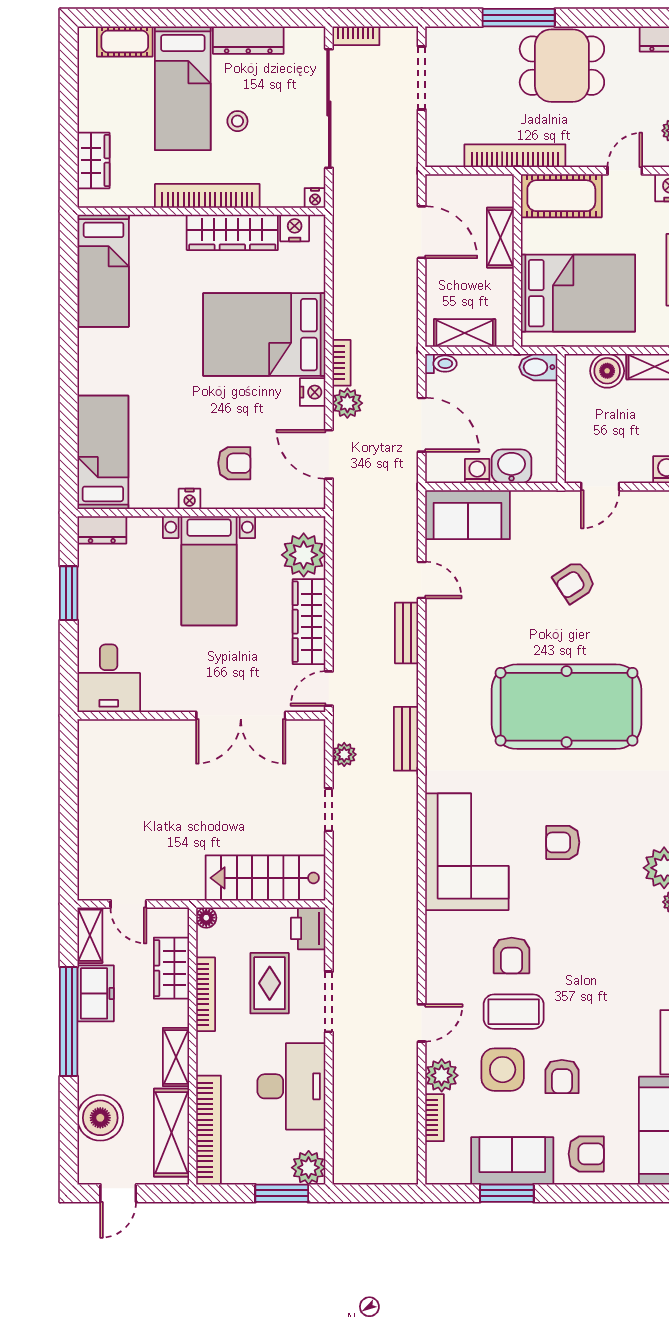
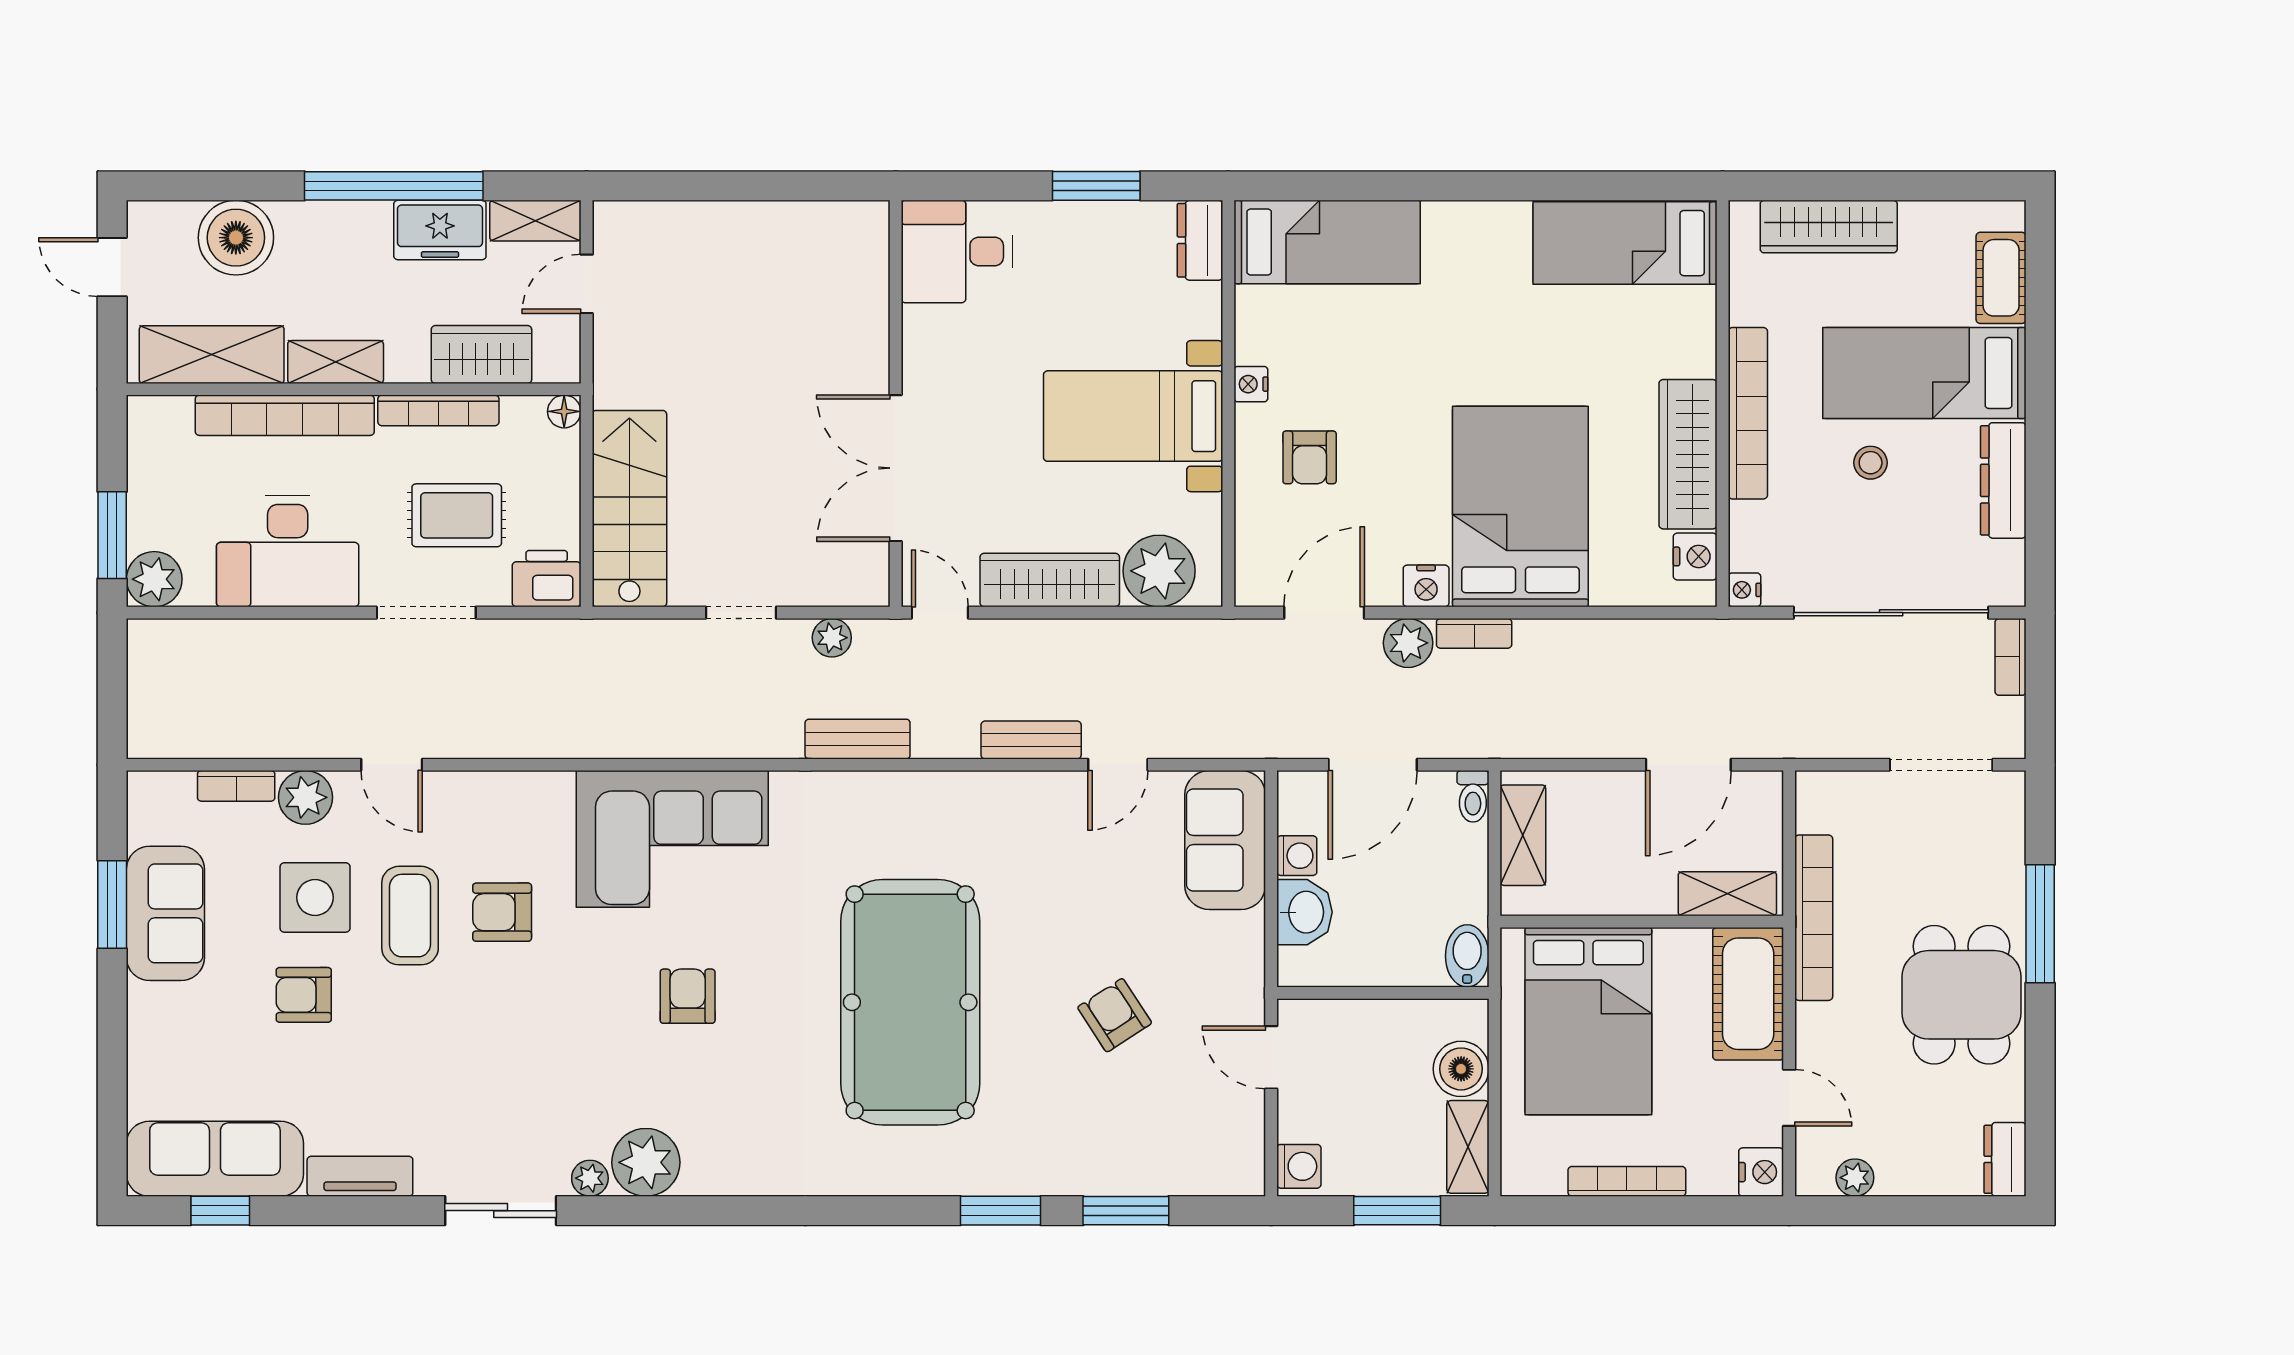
wardrobe: (93, 160) -> (1829, 227), width x1.50
shelving: (500, 238) -> (1727, 894), moved
bookcase: (209, 1130) -> (285, 415), moved
armchair: (586, 1154) -> (177, 1035), removed

